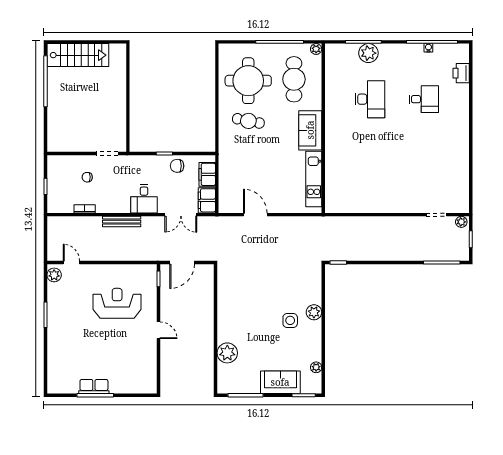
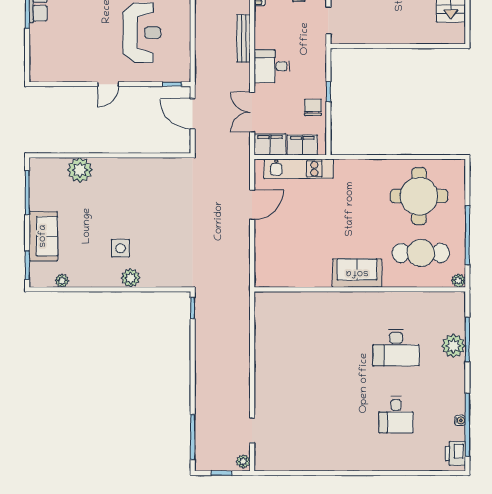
printer: (461, 73) -> (455, 453), moved, turned -90
cafe table: (248, 121) -> (369, 196), removed
kitchen unit: (314, 179) -> (298, 169), moved, turned 180

